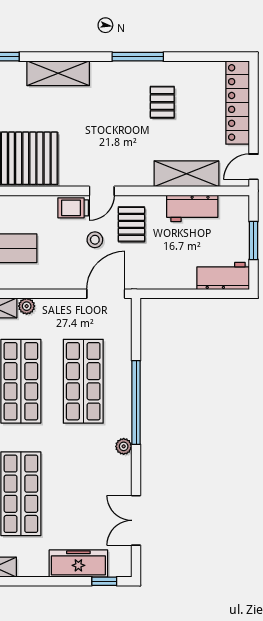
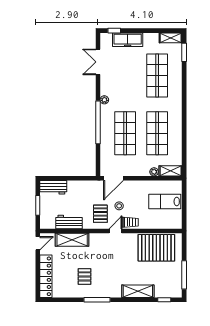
double door: (136, 520) -> (98, 62), swing flipped

